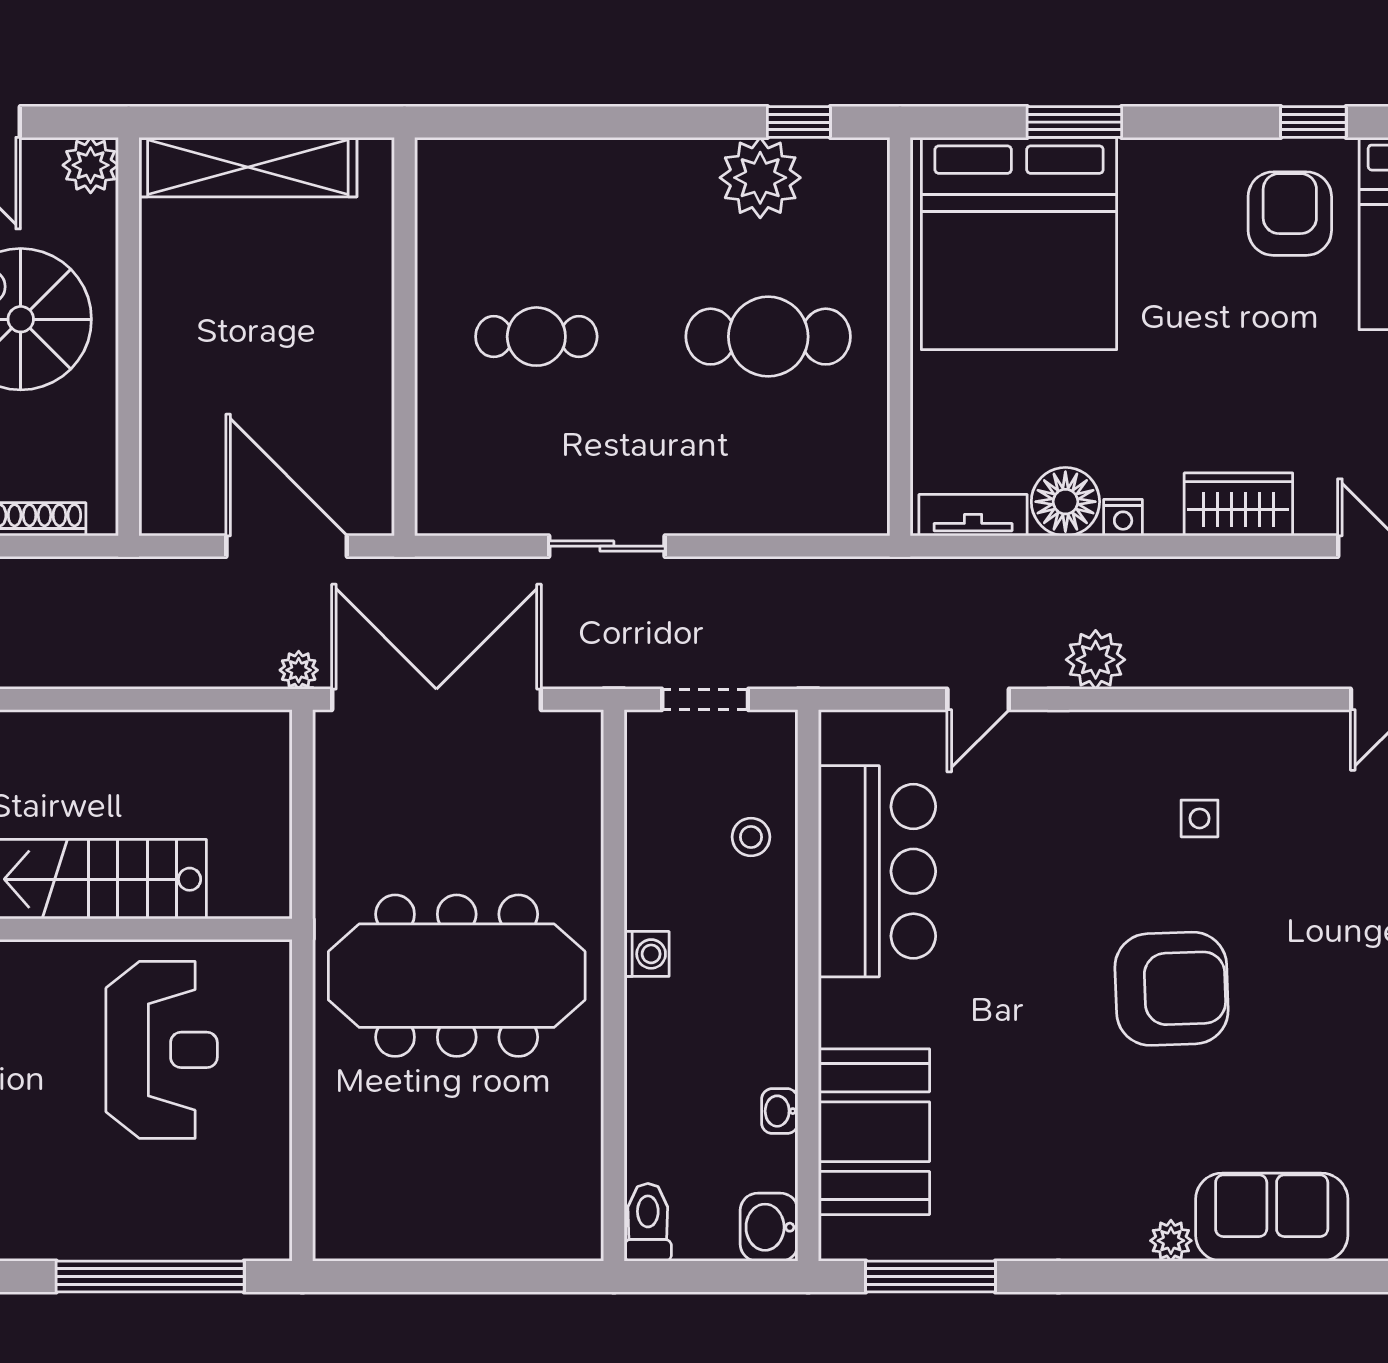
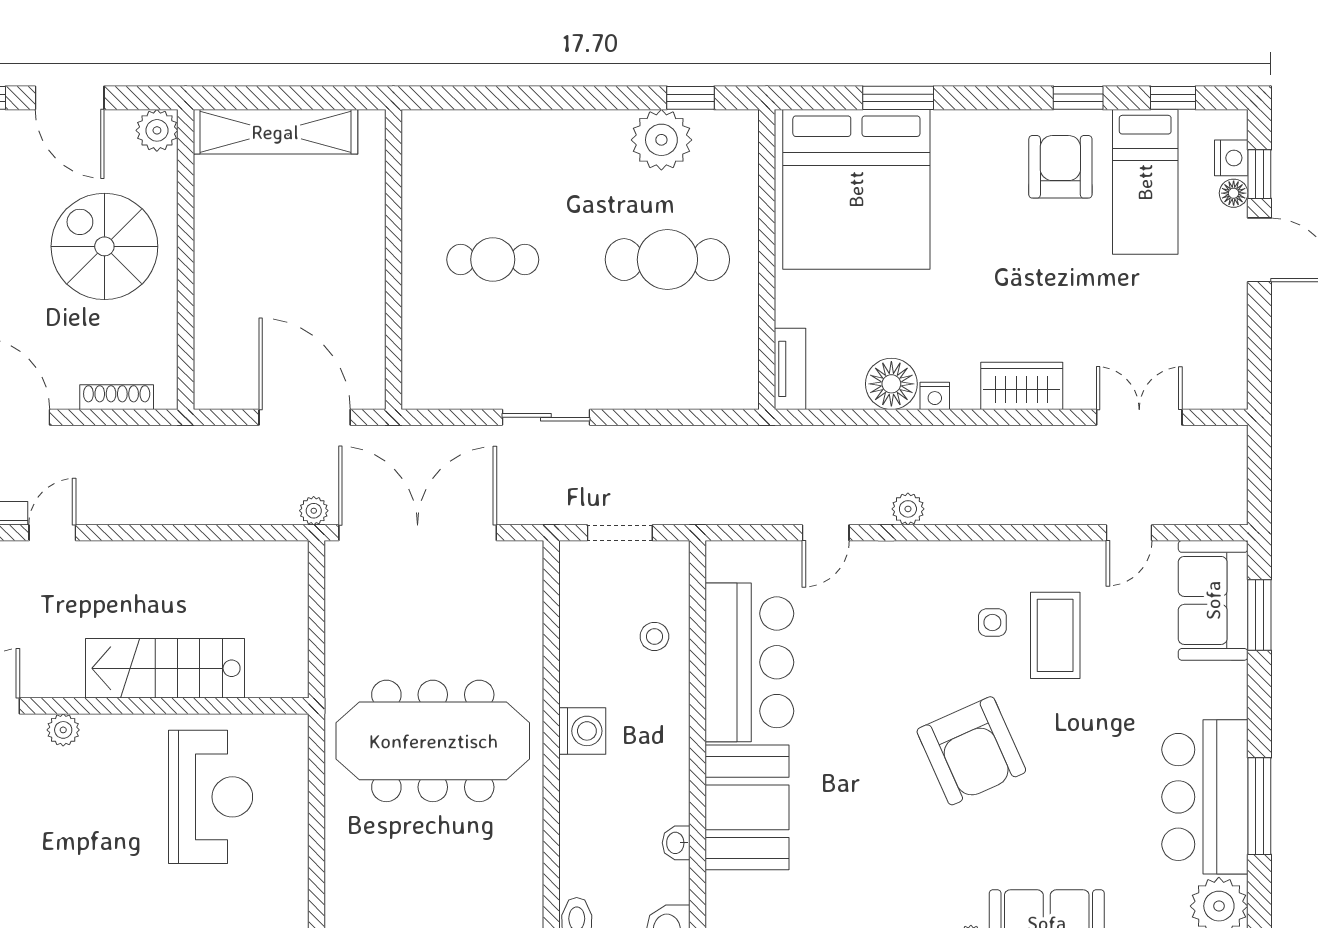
tv unit: (973, 515) -> (790, 369), moved, turned 90
plant: (1096, 660) -> (908, 509), width x0.73, depth x0.73
coffee table: (1283, 835) -> (1055, 635), added
washing machine: (647, 954) -> (582, 731), width x1.38, depth x1.38
armchair: (1172, 989) -> (971, 751), turned 68
booth: (874, 1132) -> (747, 807), moved

